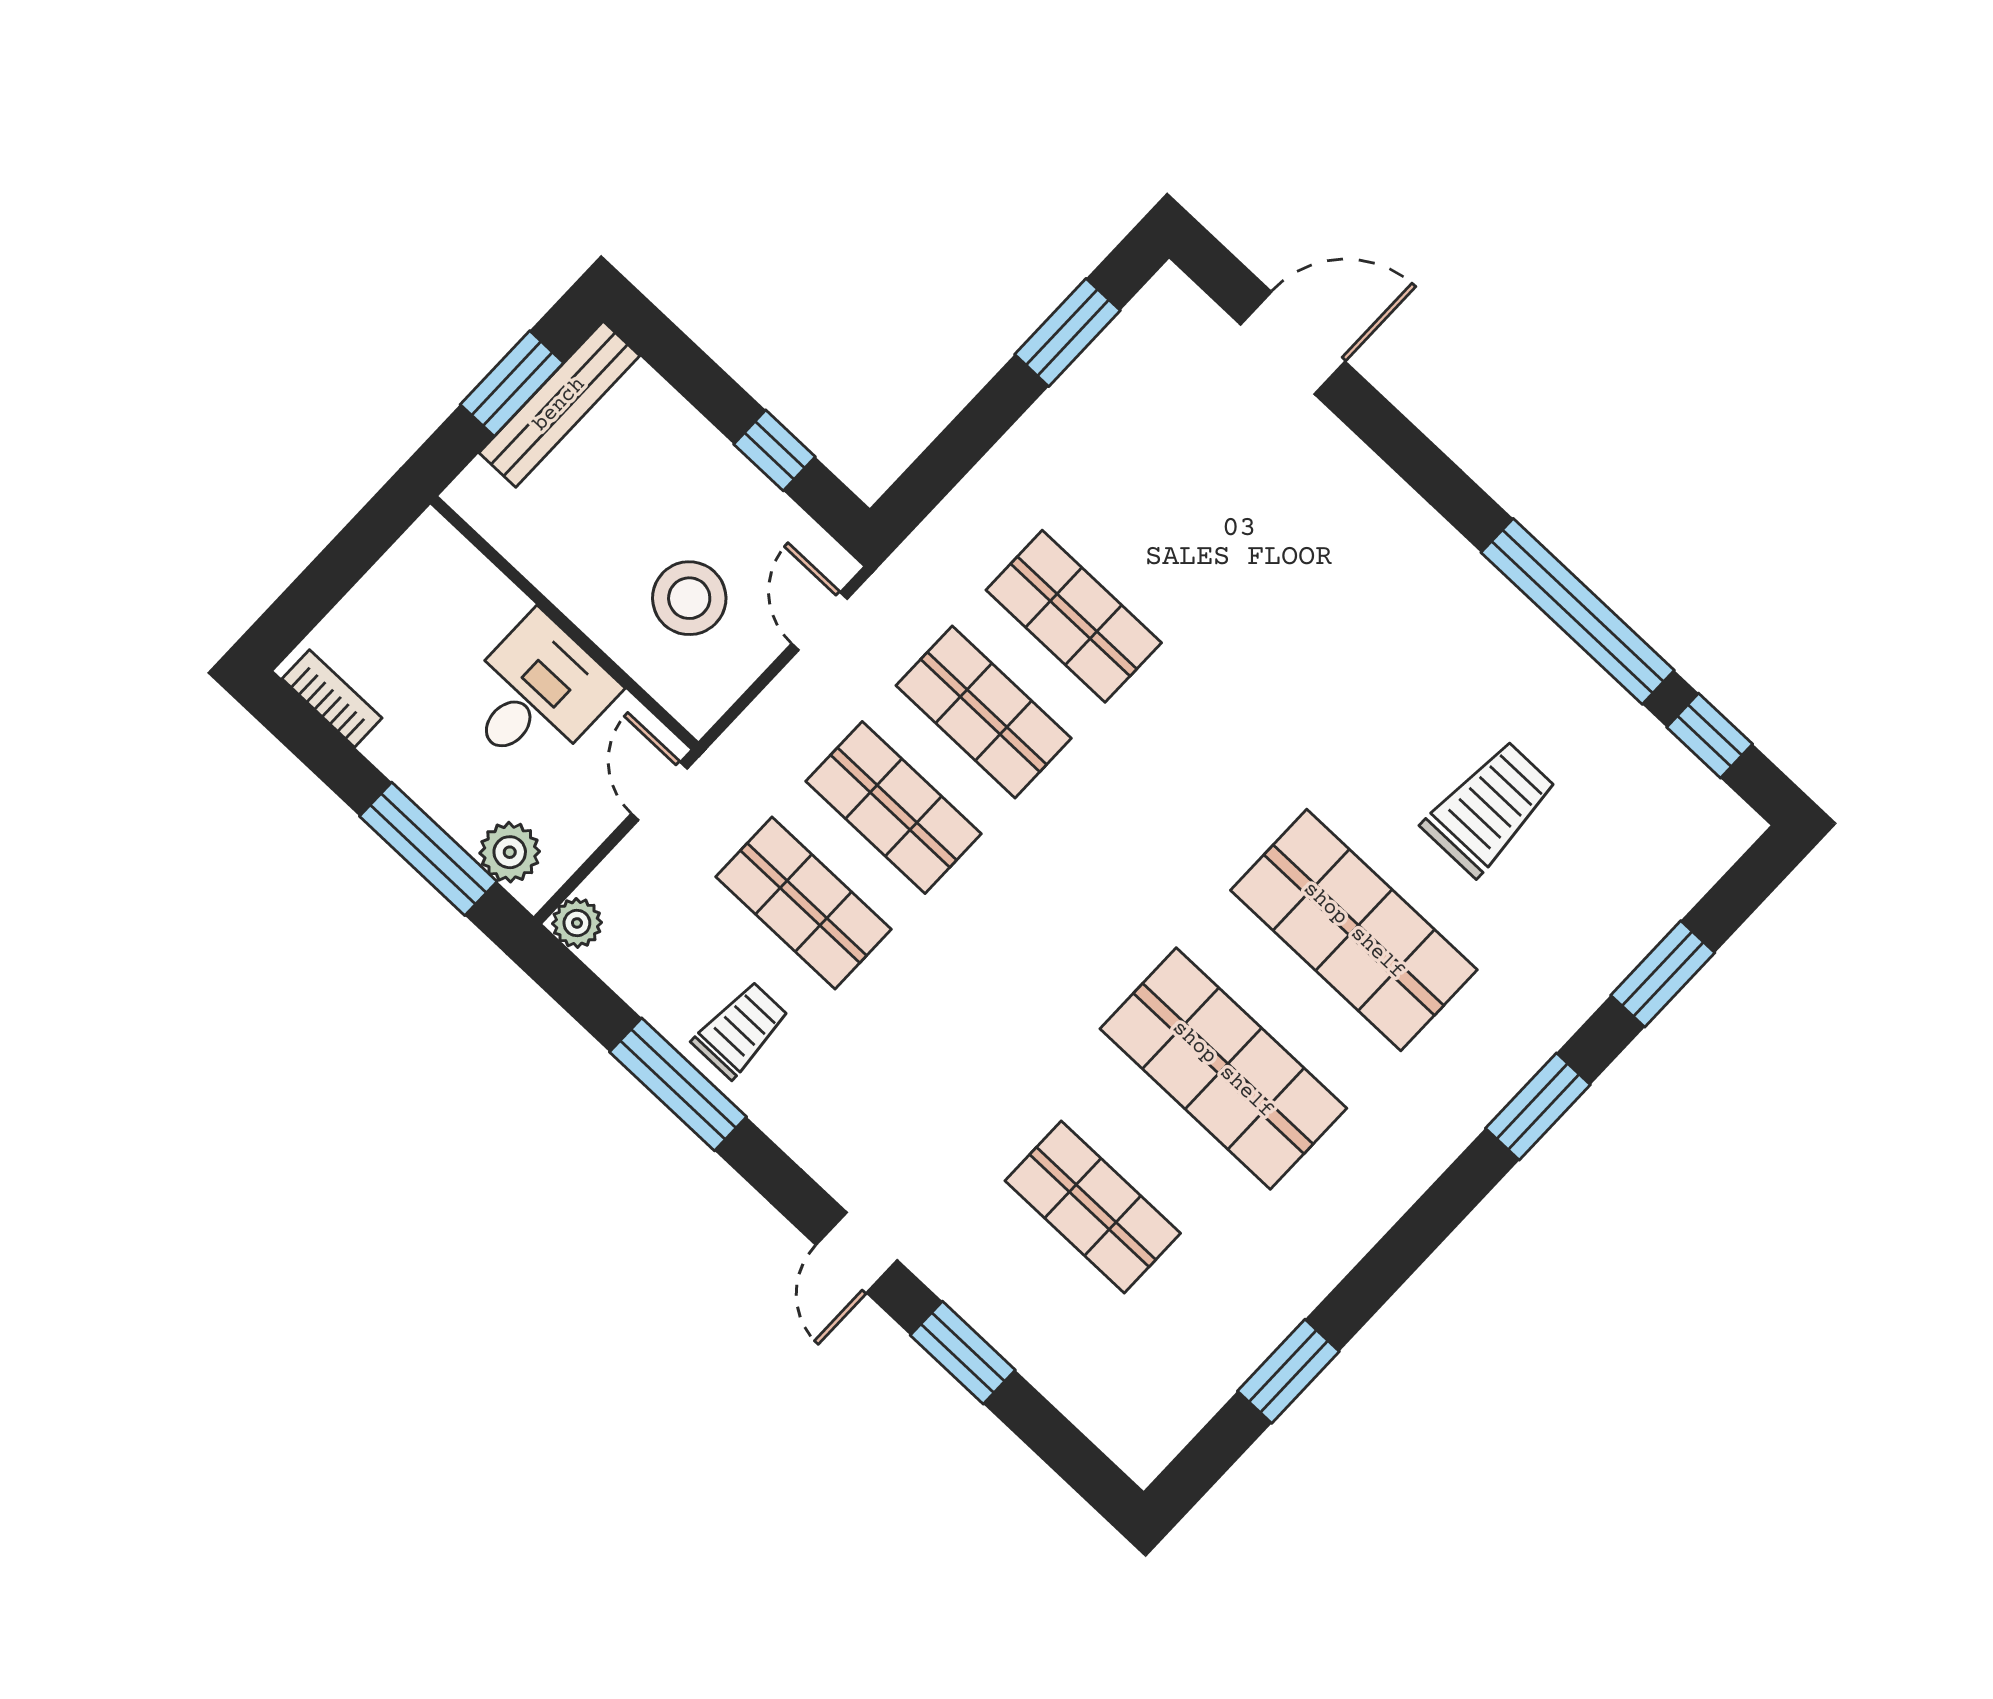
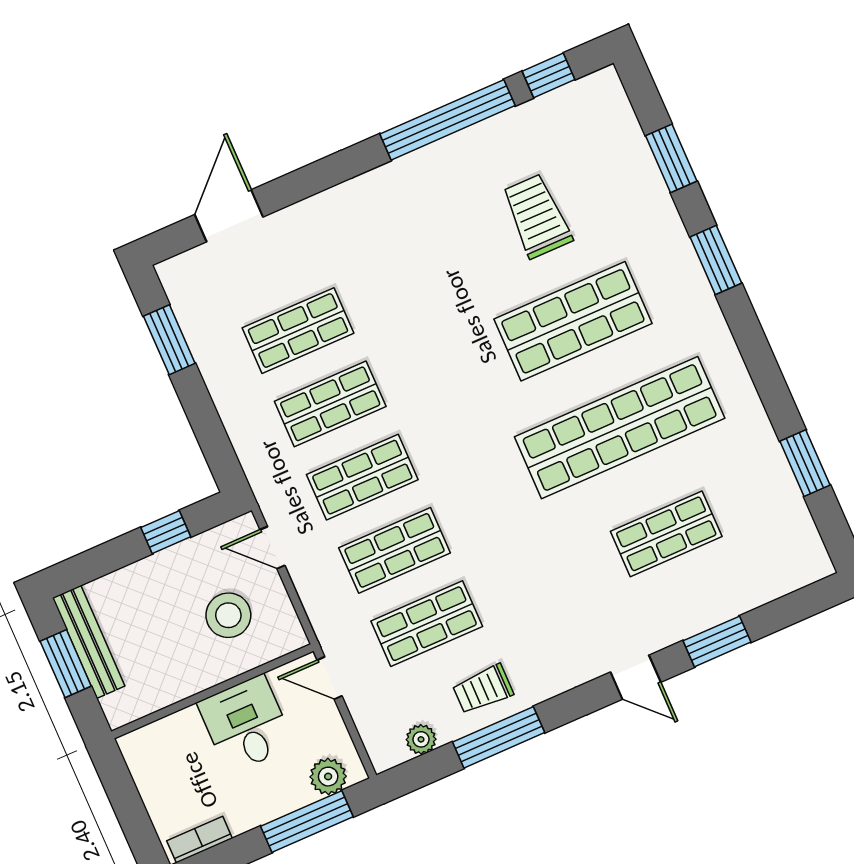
shop shelf: (1164, 521) -> (298, 331), added
plant: (577, 923) -> (421, 739), moved
trolley: (741, 1030) -> (483, 689), turned -90
shop shelf: (1223, 1069) -> (620, 428), width x1.40

